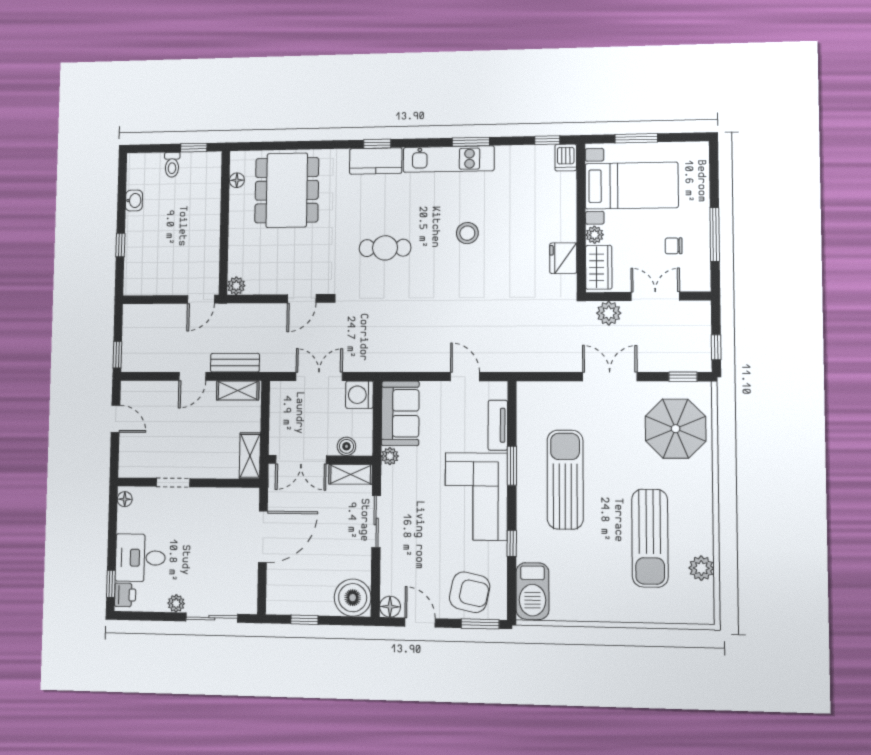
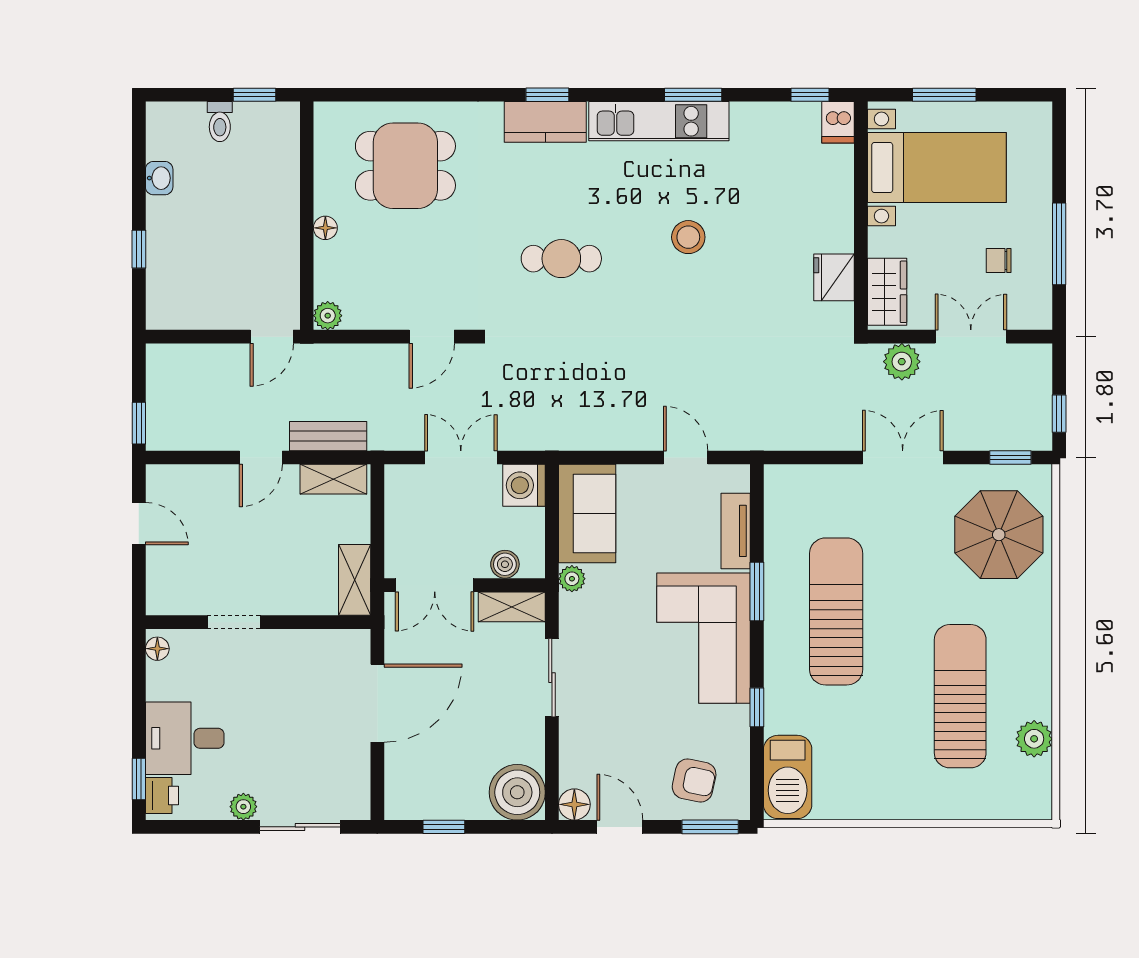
floor lamp: (237, 180) -> (325, 228), moved
dining table: (287, 190) -> (405, 166), width x0.73
plant: (595, 235) -> (881, 242), removed
sun lounger: (650, 538) -> (960, 696), turned 180
armchair: (470, 592) -> (694, 781), width x0.72, depth x0.72

